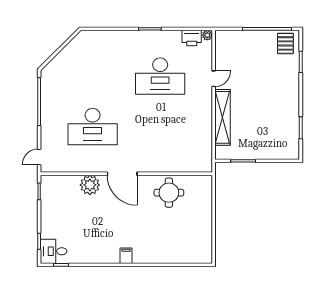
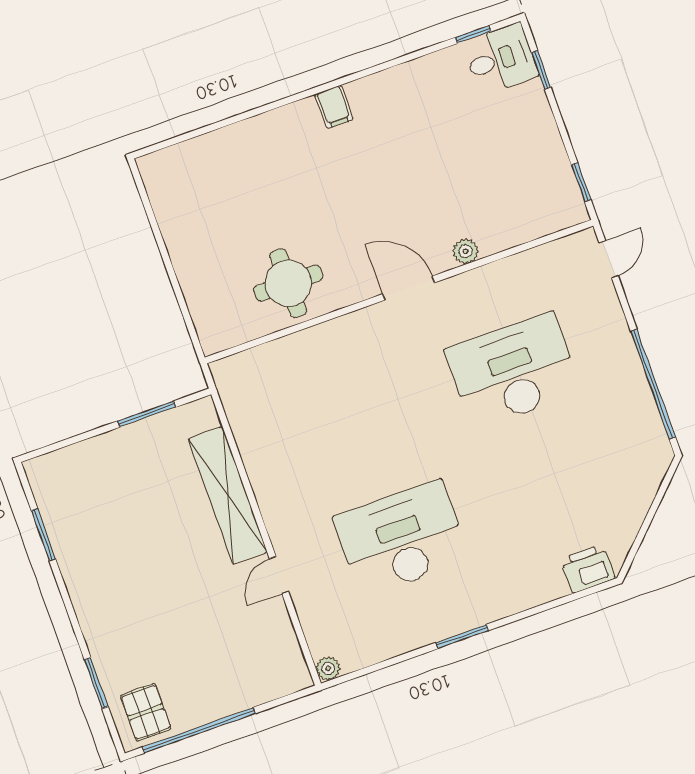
printer: (192, 38) -> (588, 569), moved
door: (122, 174) -> (409, 288), width x0.73
plant: (90, 185) -> (466, 251), width x0.53, depth x0.53

